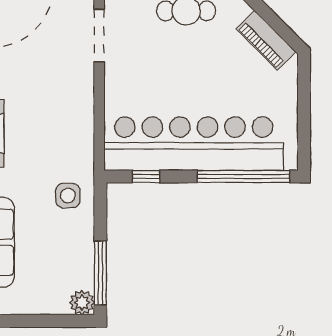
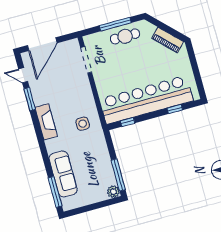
window: (244, 176) -> (175, 109), width x0.32
side table: (68, 196) -> (83, 124), moved

